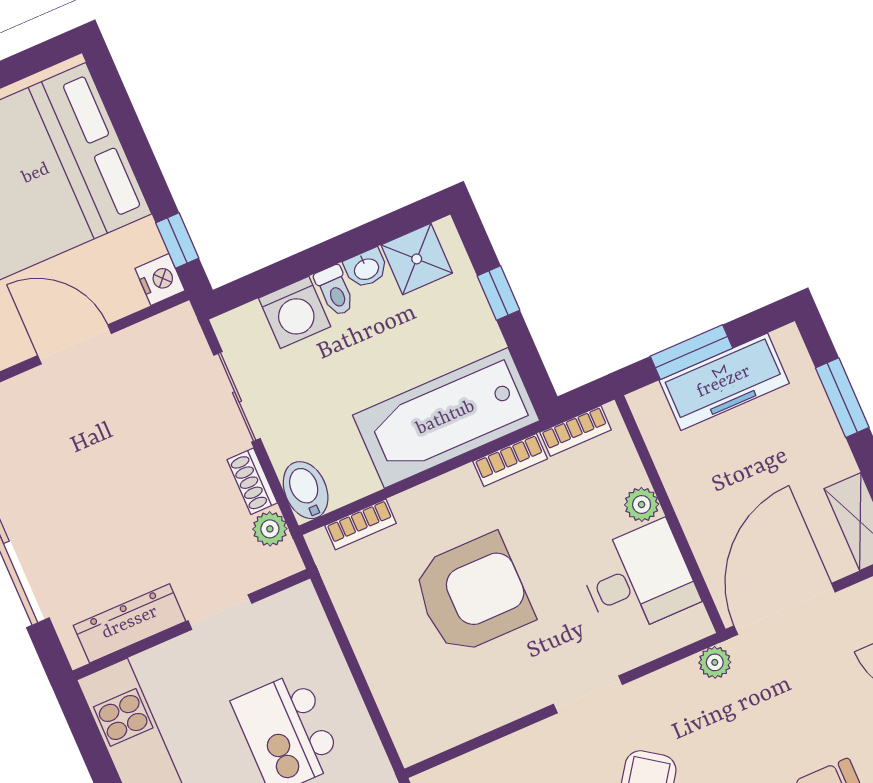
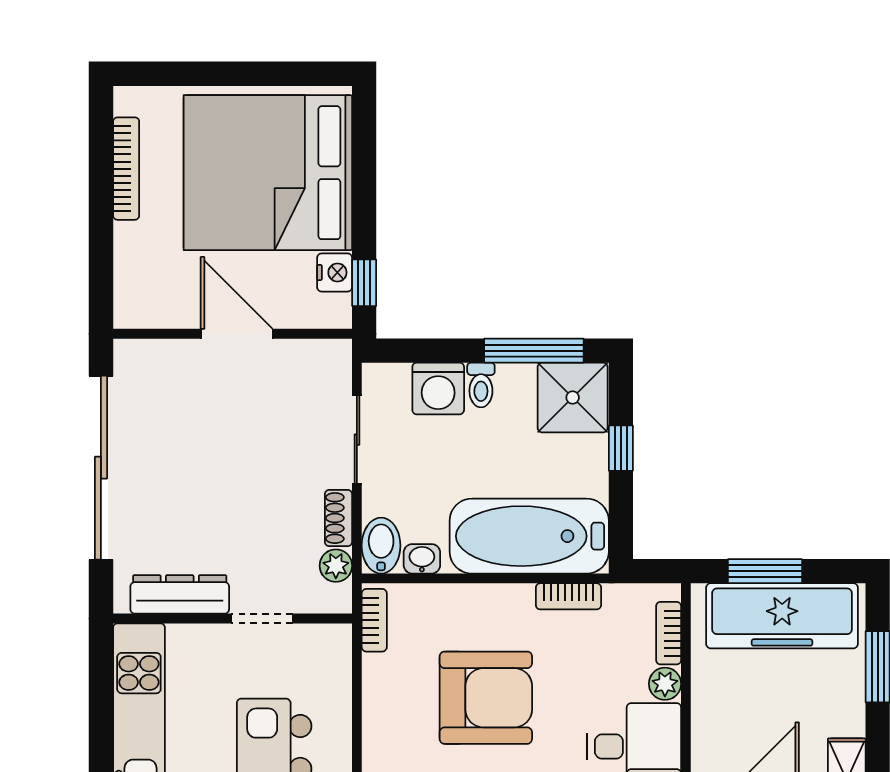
window: (372, 235) -> (534, 351), added
shower: (417, 259) -> (573, 398), width x1.36, depth x1.36
washbasin: (366, 268) -> (422, 559), moved, turned 180
nightstand: (160, 280) -> (335, 272), moved
freezer: (724, 382) -> (782, 616), width x1.36, depth x1.26
bookcase: (576, 431) -> (669, 633), moved, turned 90
bookcase: (361, 524) -> (374, 620), moved, turned -90

